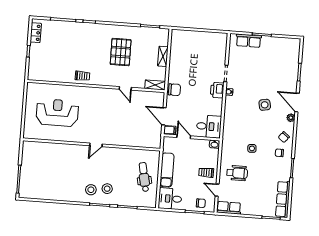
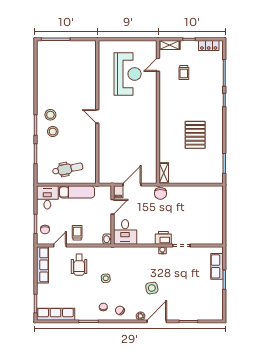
pallet: (121, 52) -> (195, 135), turned 90
shelving: (163, 56) -> (170, 45), moved
trolley: (82, 76) -> (184, 72), moved
door: (125, 88) -> (158, 65), moved
row of seats: (229, 208) -> (42, 265), width x1.48

